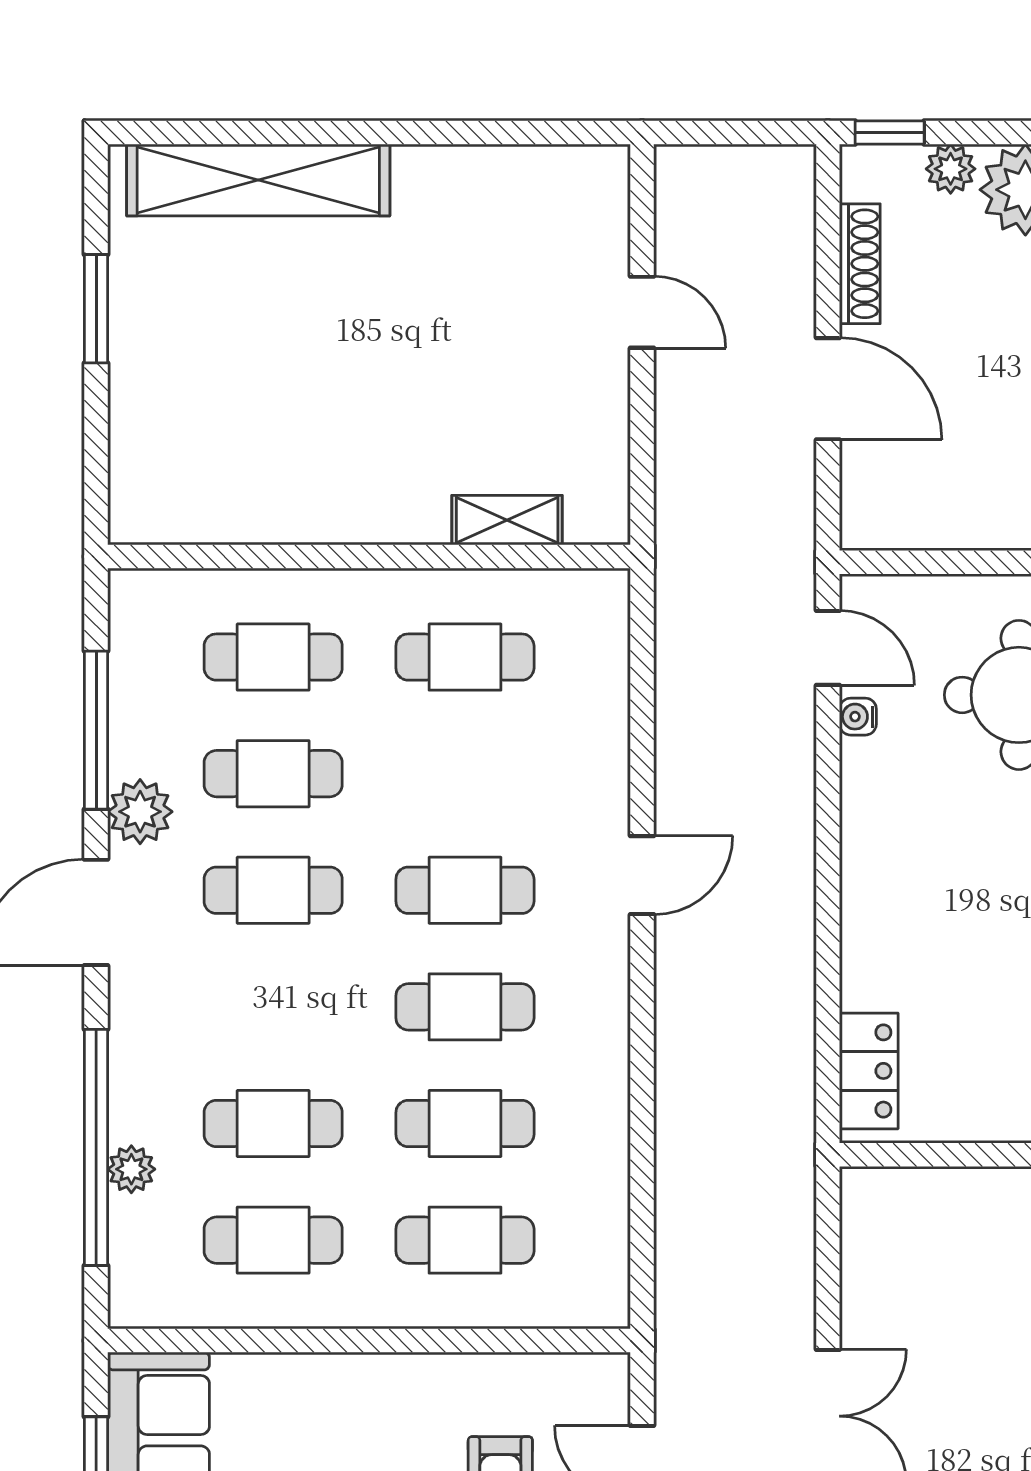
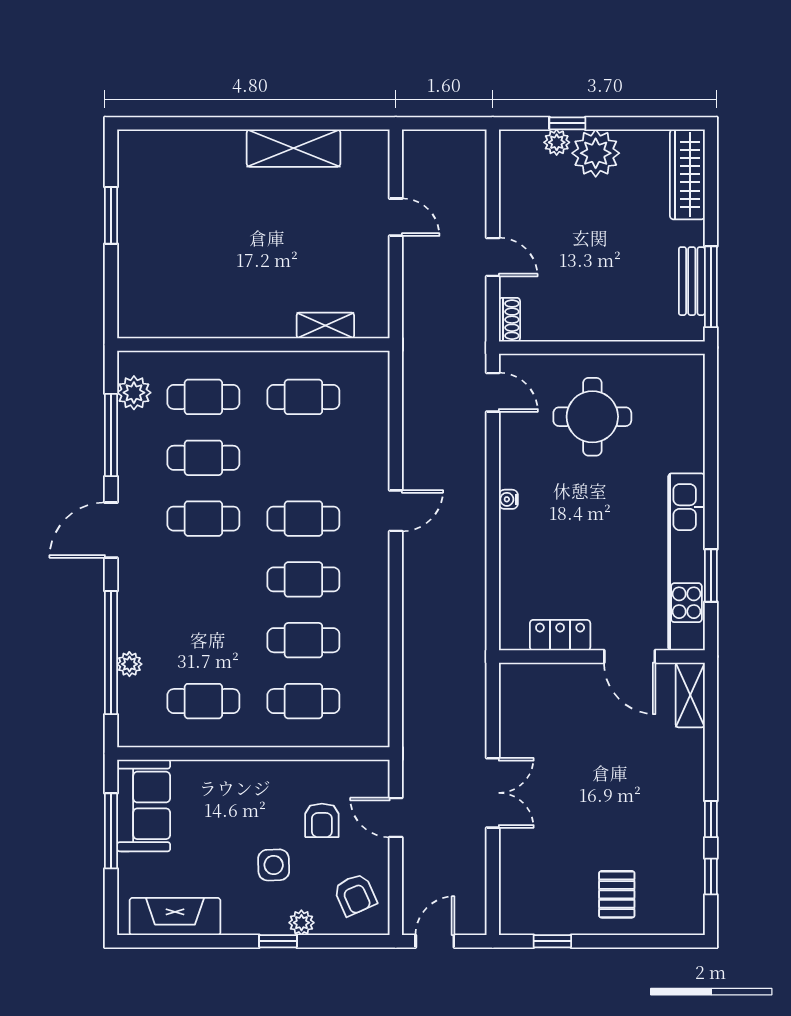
window: (890, 133) -> (567, 123), moved
shelving: (258, 180) -> (294, 148), moved, width x0.68
shoe rack: (860, 264) -> (509, 320), moved, width x0.70
door: (828, 389) -> (493, 257), width x0.73
water cooler: (858, 717) -> (508, 499), moved
plant: (140, 812) -> (134, 393), moved
locker: (869, 1071) -> (560, 635), moved, turned -90
cafe table: (273, 1123) -> (203, 640), removed

